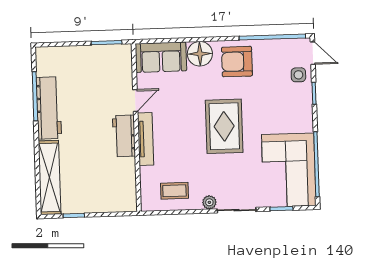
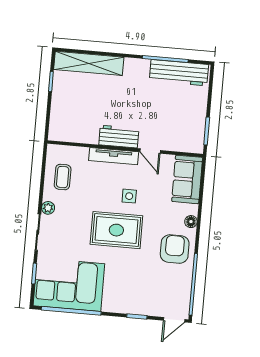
floor lamp: (200, 54) -> (191, 222), width x0.53, depth x0.53
side table: (298, 75) -> (129, 196), moved
workbench: (49, 108) -> (179, 73), moved

